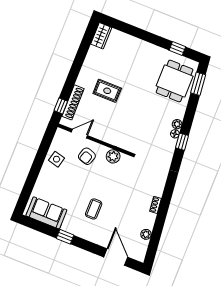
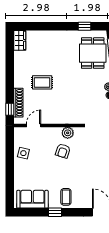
armchair: (87, 156) -> (63, 151), moved
coffee table: (94, 209) -> (66, 197), moved

